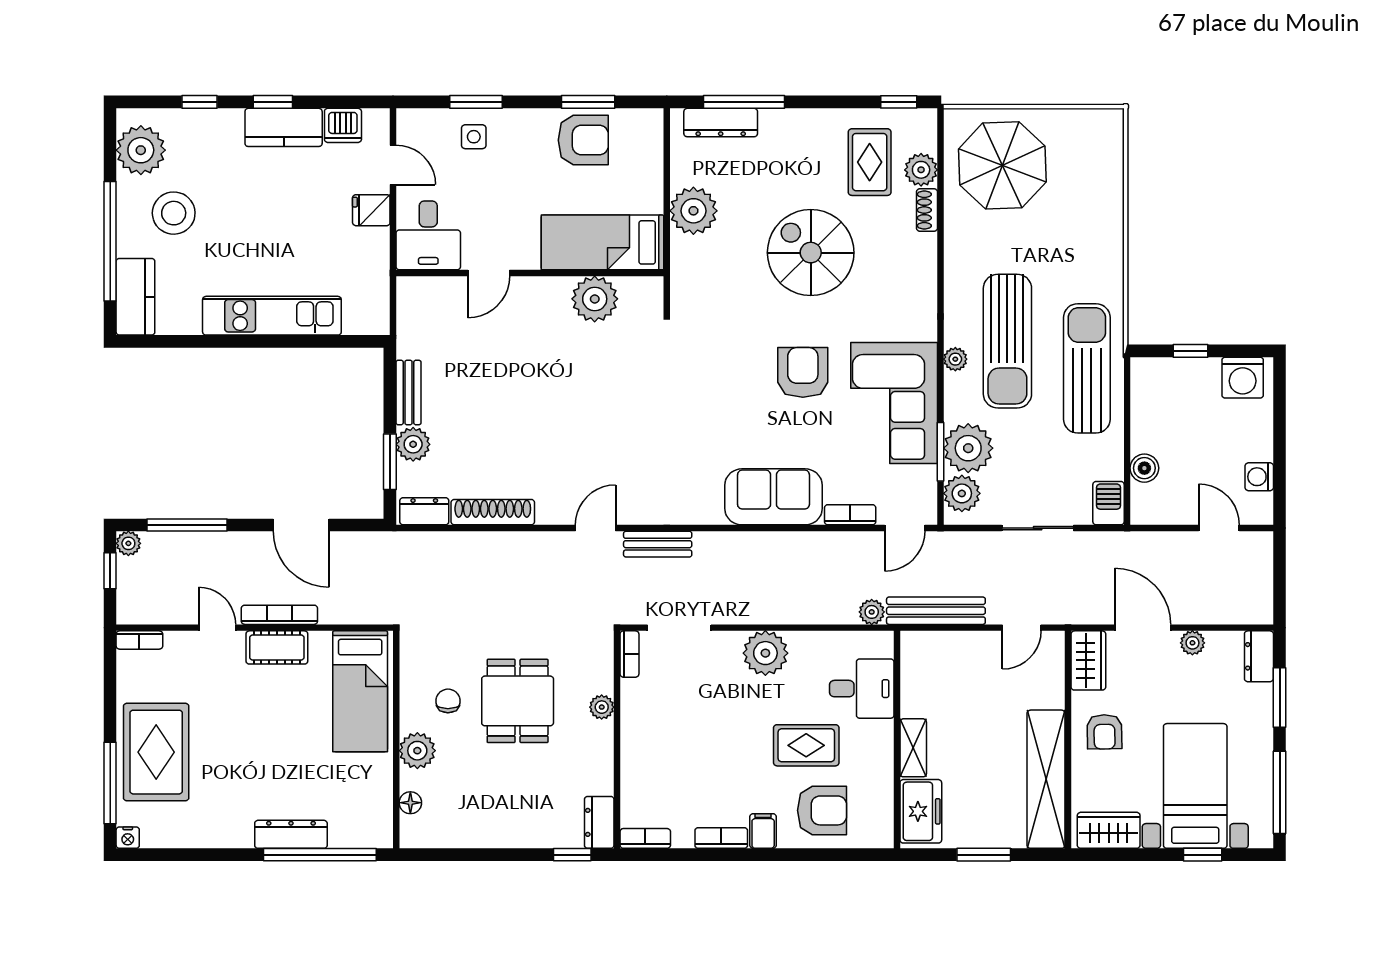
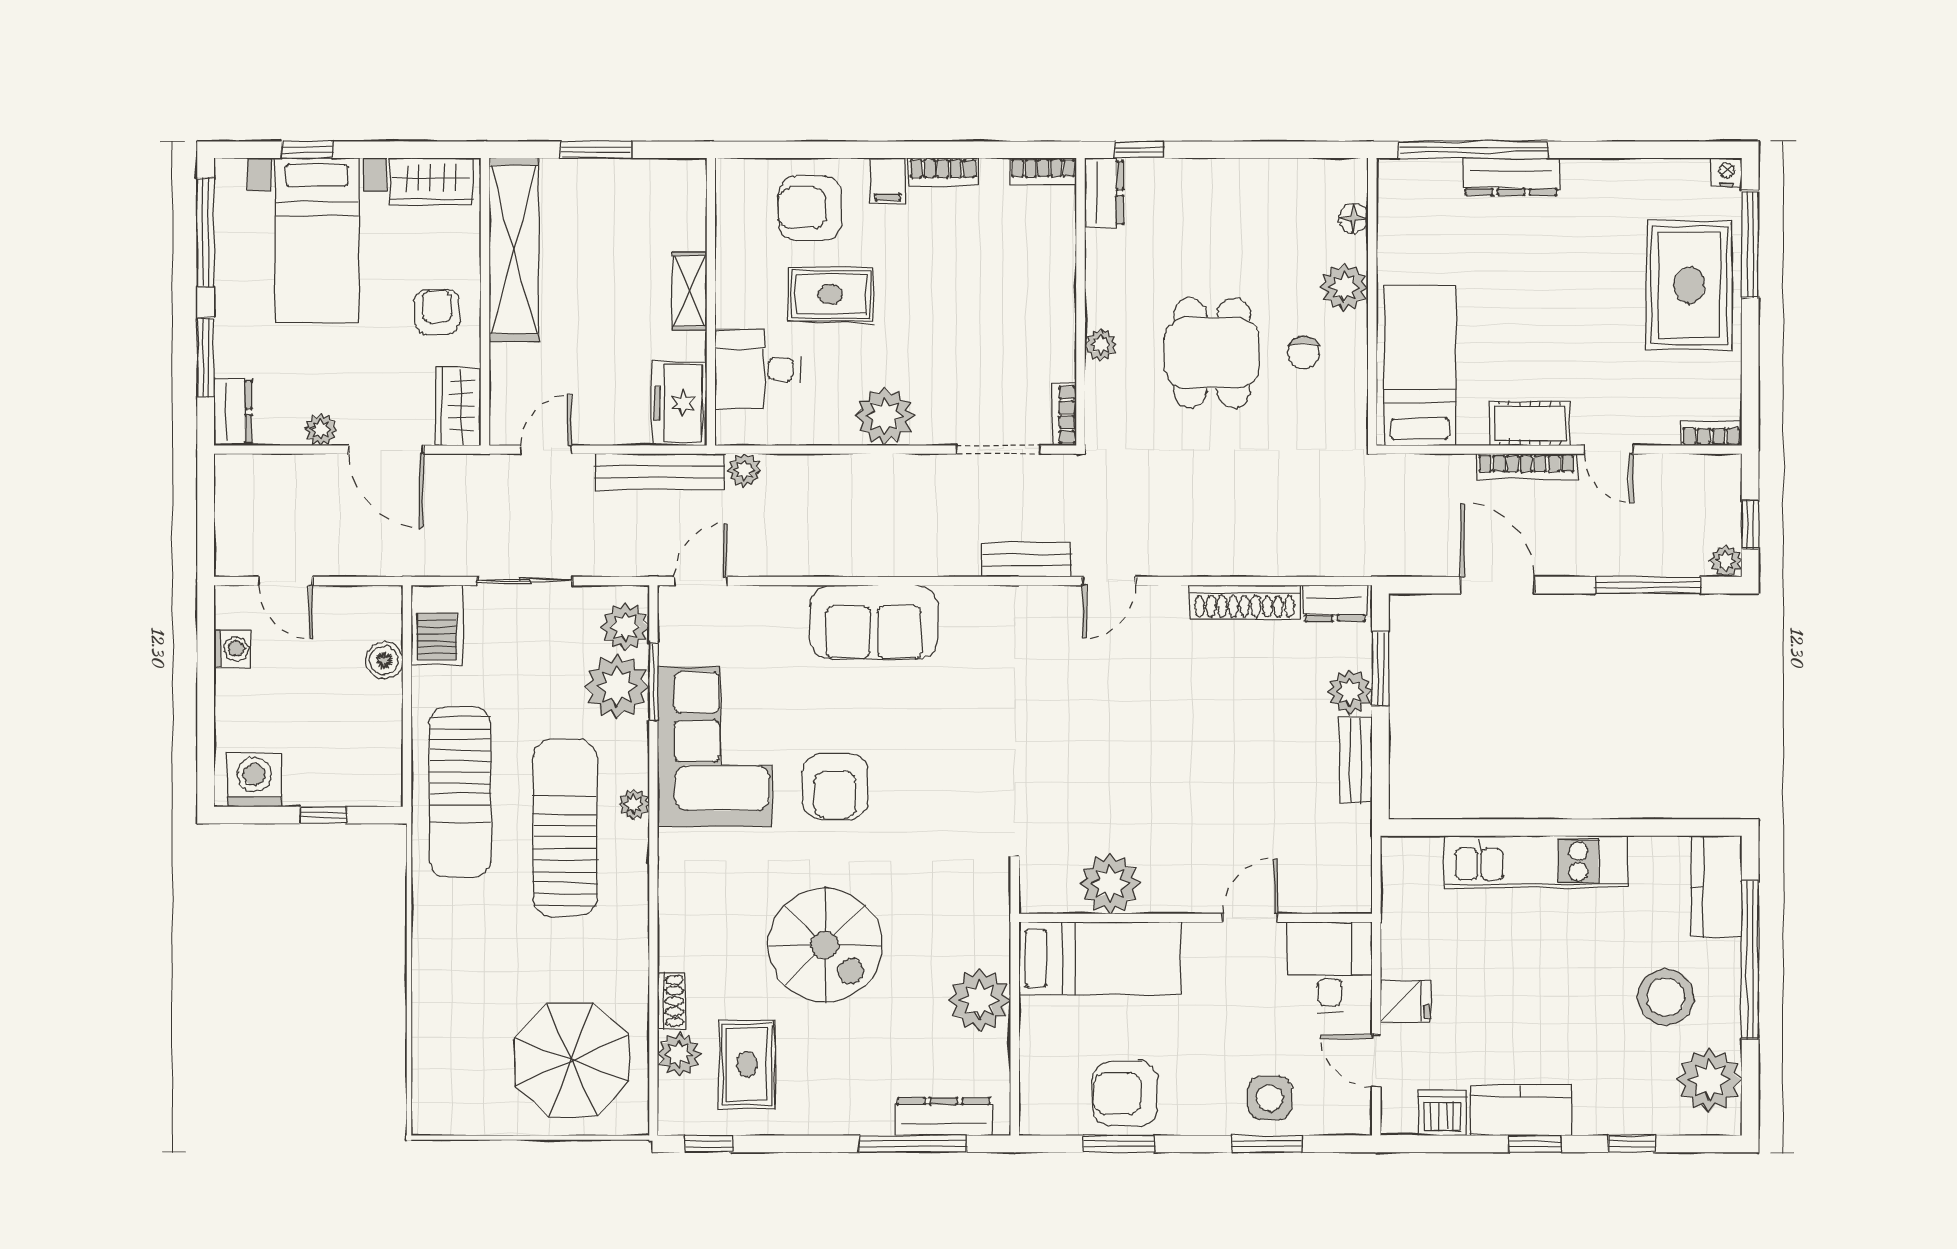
side table: (474, 137) -> (1270, 1098), width x1.37, depth x1.37
barbecue: (1108, 503) -> (437, 625), width x1.38, depth x1.27
bookcase: (850, 515) -> (773, 599), removed
freezer: (921, 811) -> (679, 403), moved

